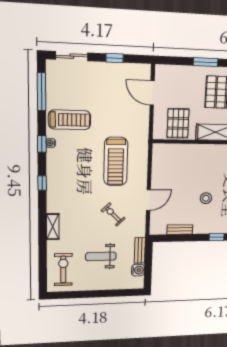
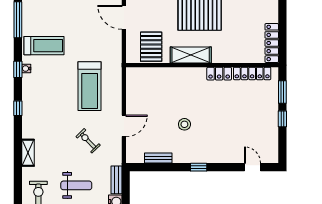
weight bench: (101, 256) -> (76, 185), turned 180

